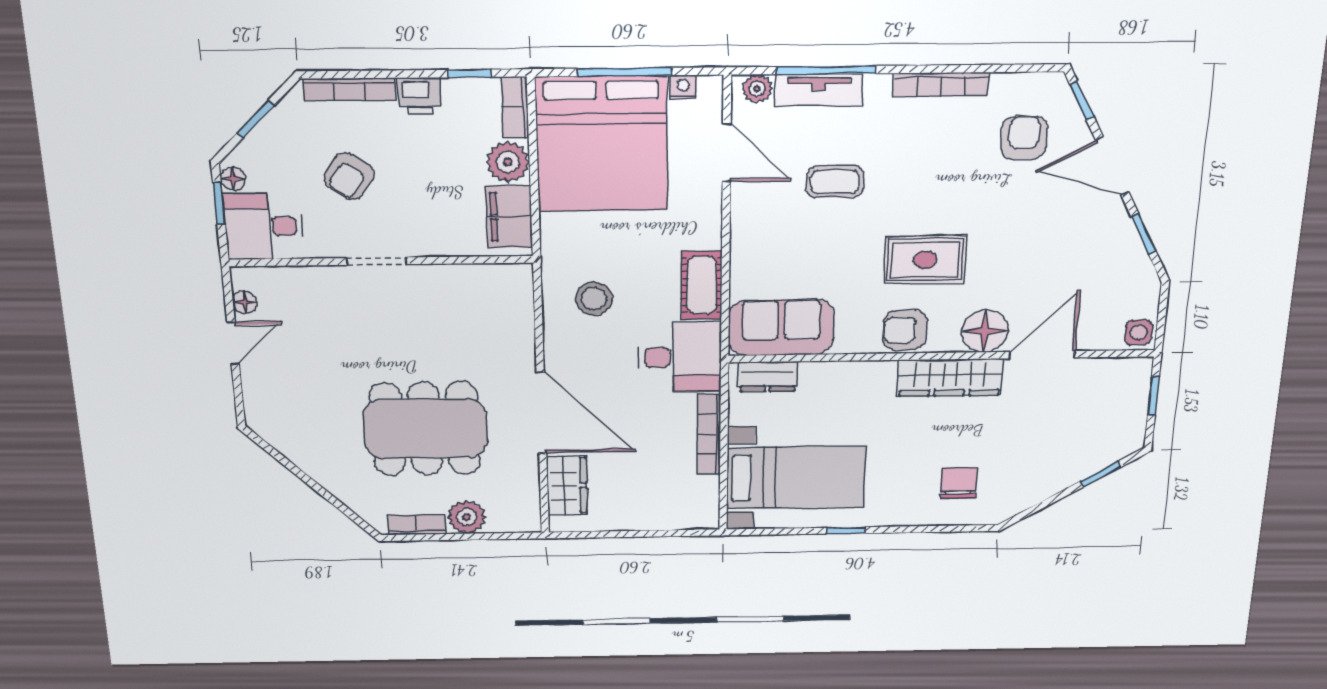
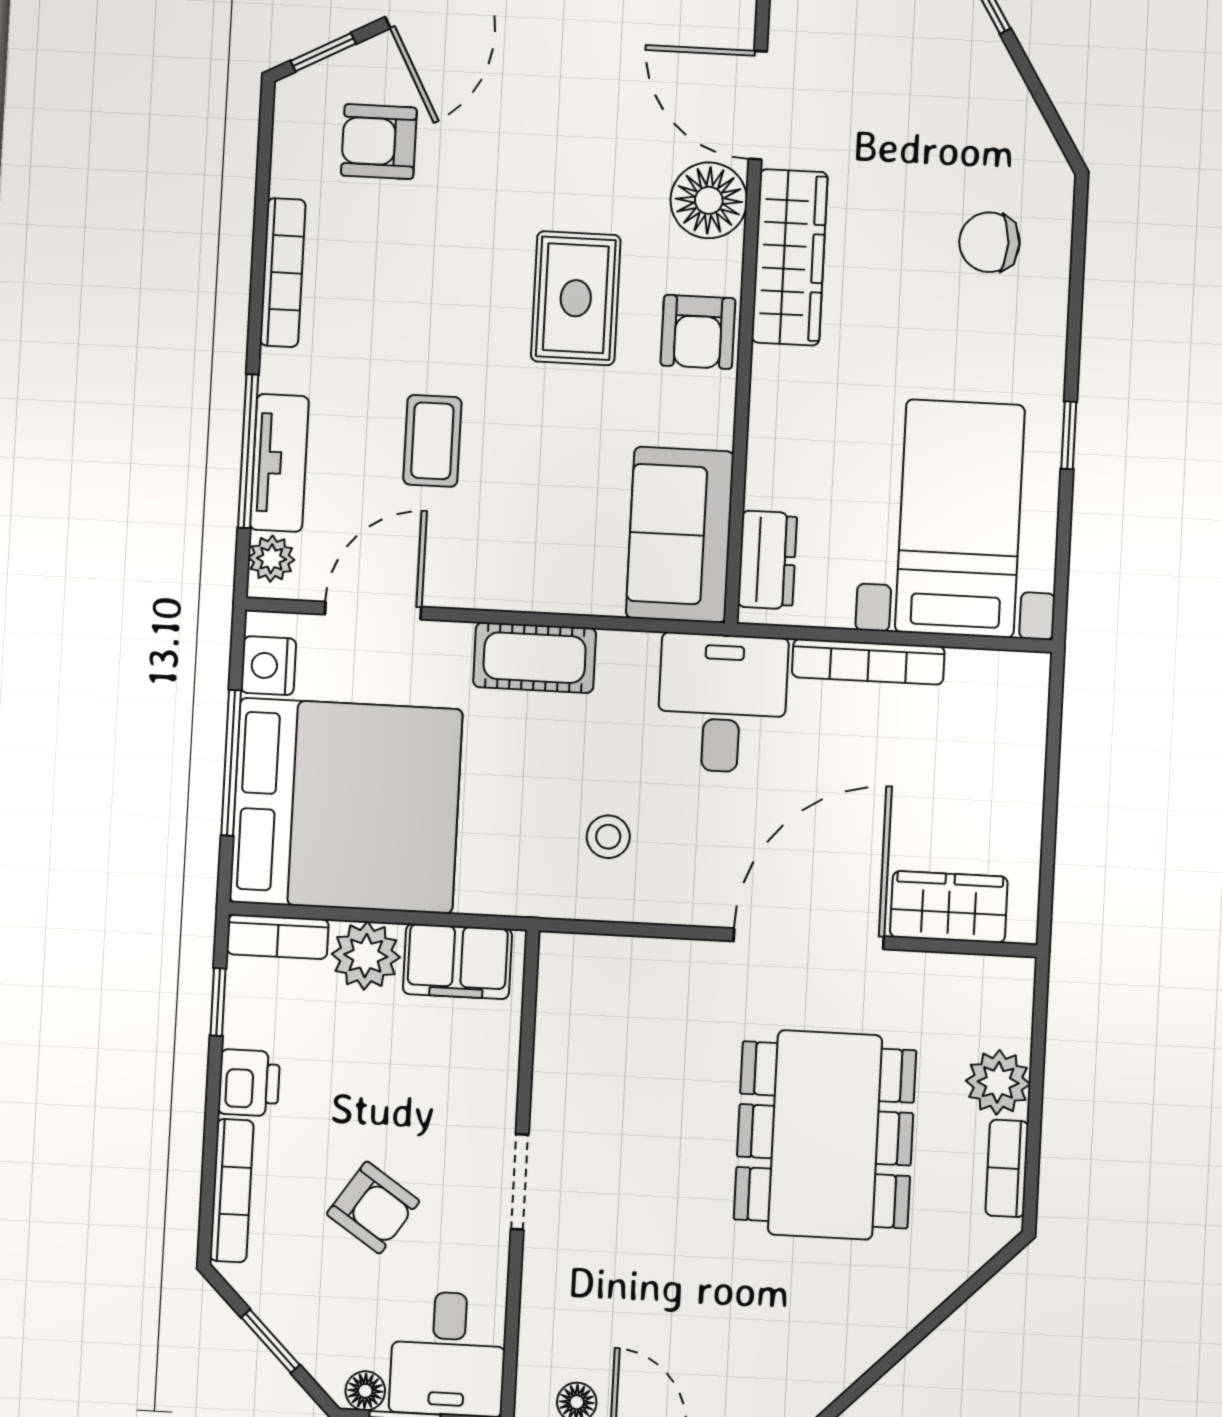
nightstand: (683, 87) -> (269, 666), width x1.39, depth x1.35
cot: (702, 285) -> (535, 658), moved
stool: (594, 299) -> (608, 837), width x0.73, depth x0.73

